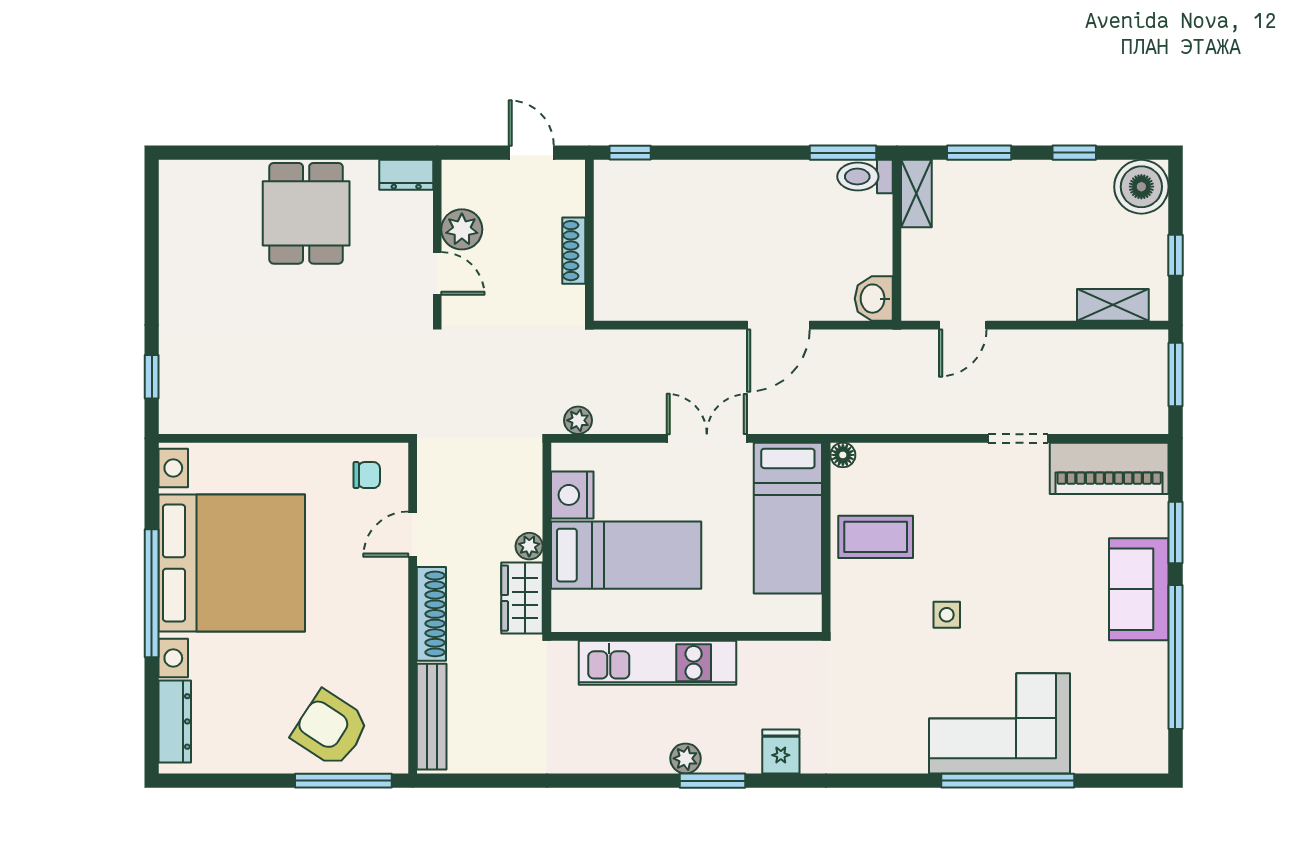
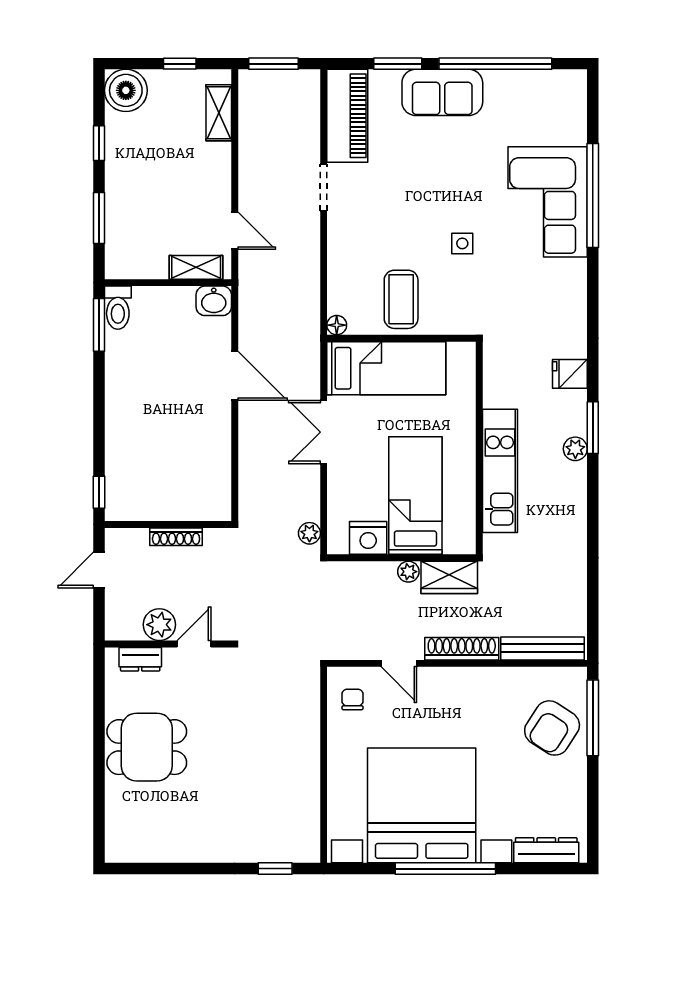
dresser: (406, 175) -> (140, 659), moved, turned 90
shelving: (916, 194) -> (196, 267), moved

